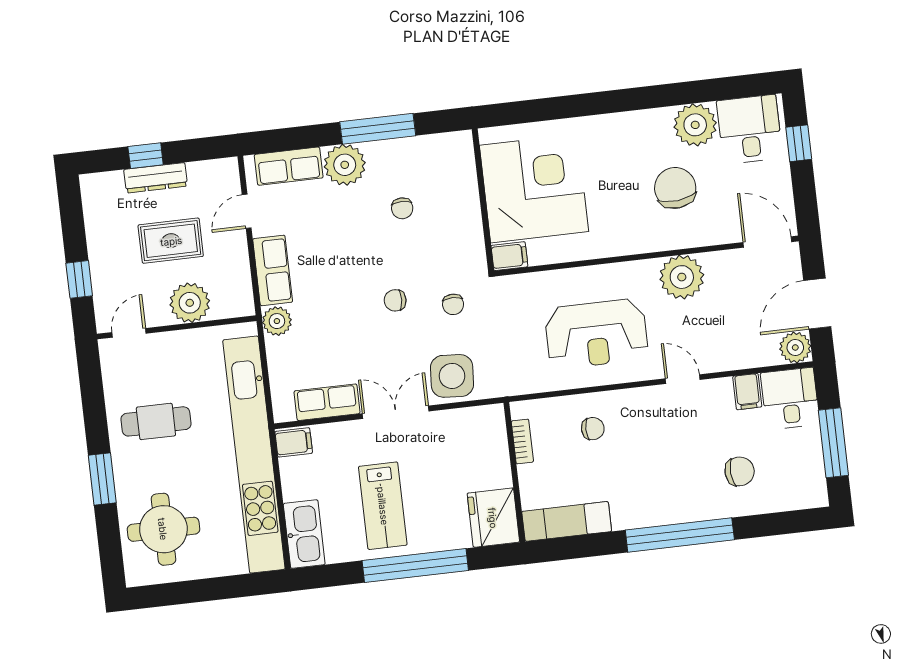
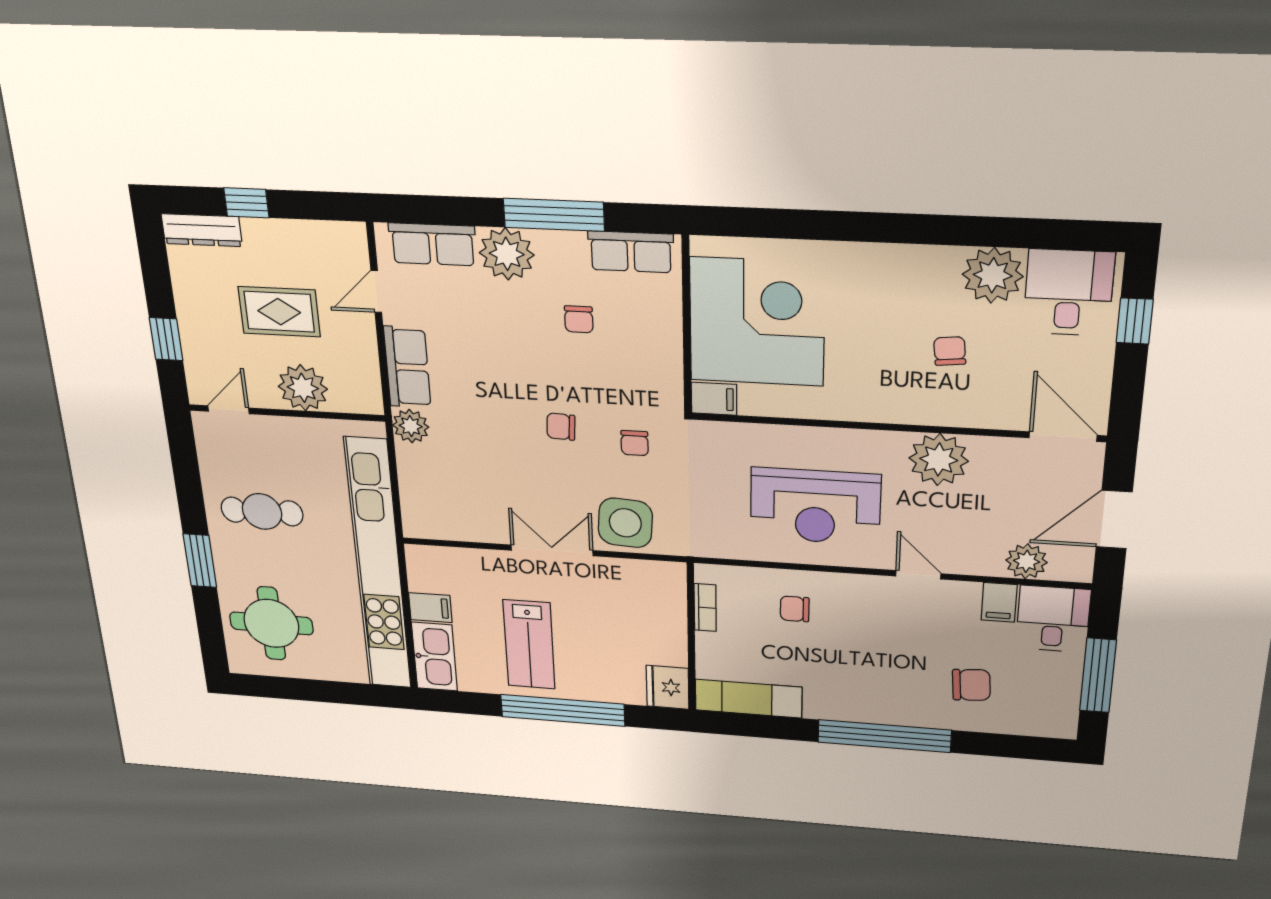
dresser: (156, 178) -> (202, 230), moved
chair: (675, 188) -> (950, 351), width x0.54, depth x0.54
plant: (795, 347) -> (1027, 561), moved
row of seats: (327, 402) -> (631, 252), moved, turned 180
chair: (593, 429) -> (795, 609), turned 180
filing cabinet: (294, 442) -> (430, 608), moved
fridge: (493, 518) -> (668, 687), width x0.73, depth x0.75

